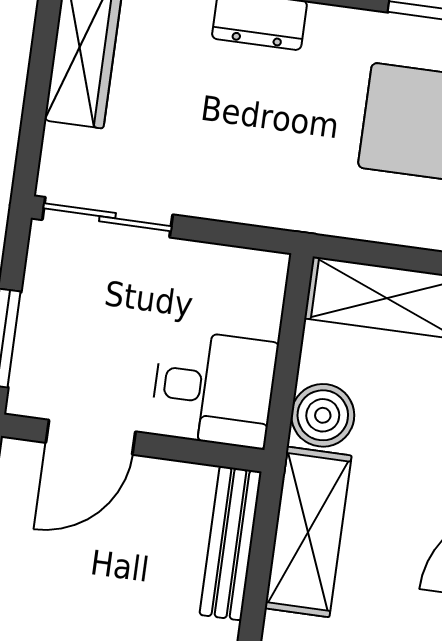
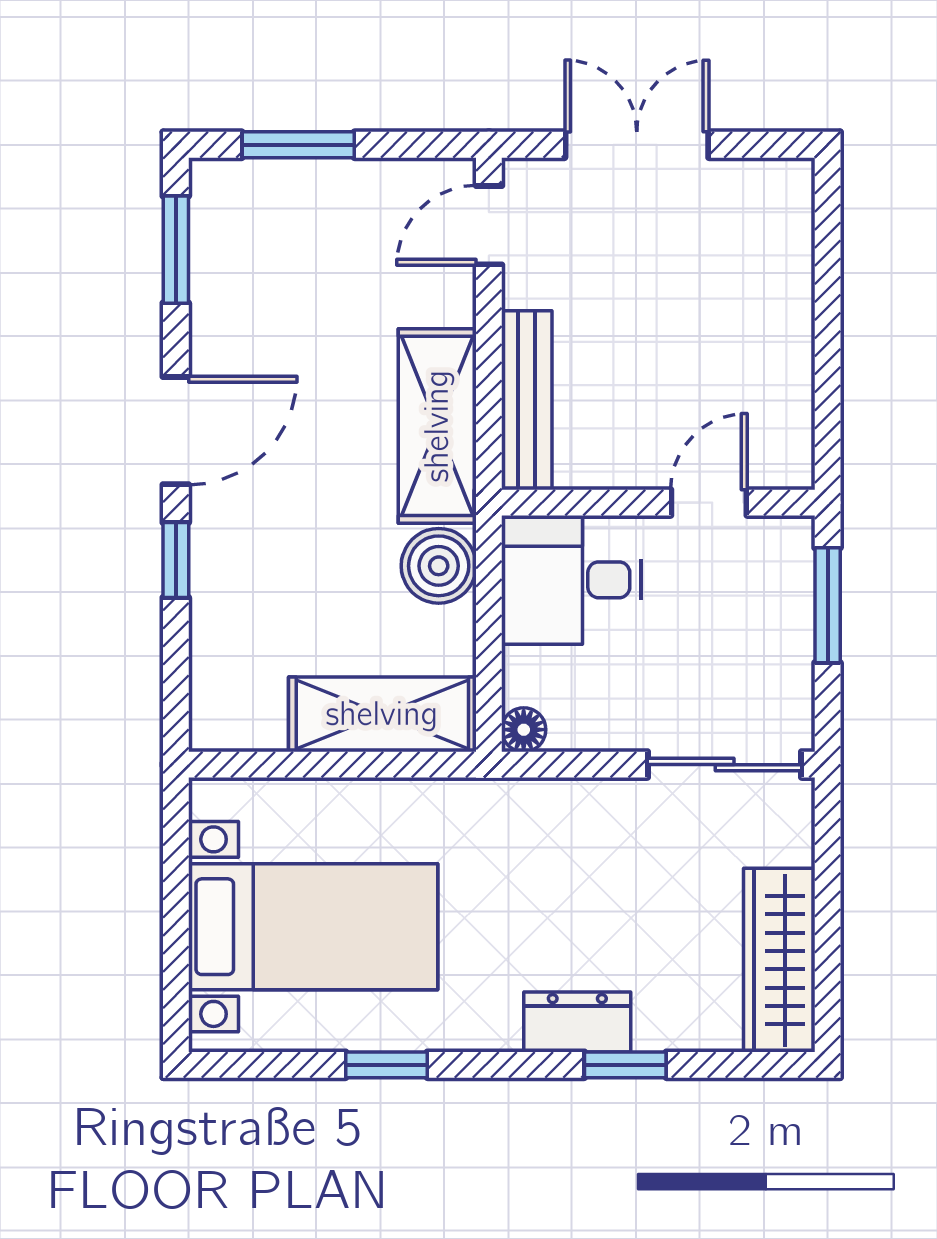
floor lamp: (271, 269) -> (524, 730), added
door: (91, 437) -> (709, 503), width x0.73

